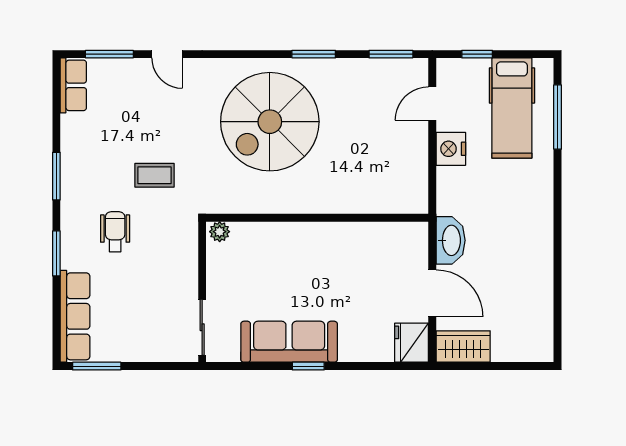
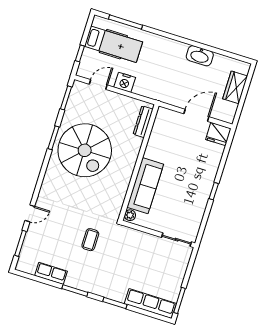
row of seats: (73, 85) -> (51, 273), moved
door: (432, 104) -> (98, 85), swing flipped
spiral stairs: (270, 122) -> (85, 150), moved
dresser: (392, 203) -> (143, 122), added
wheelchair: (115, 232) -> (113, 269), removed
washbasin: (451, 240) -> (200, 56), moved, turned 180
sofa: (289, 342) -> (145, 186), moved, turned 180
wardrobe: (463, 347) -> (235, 87), moved

